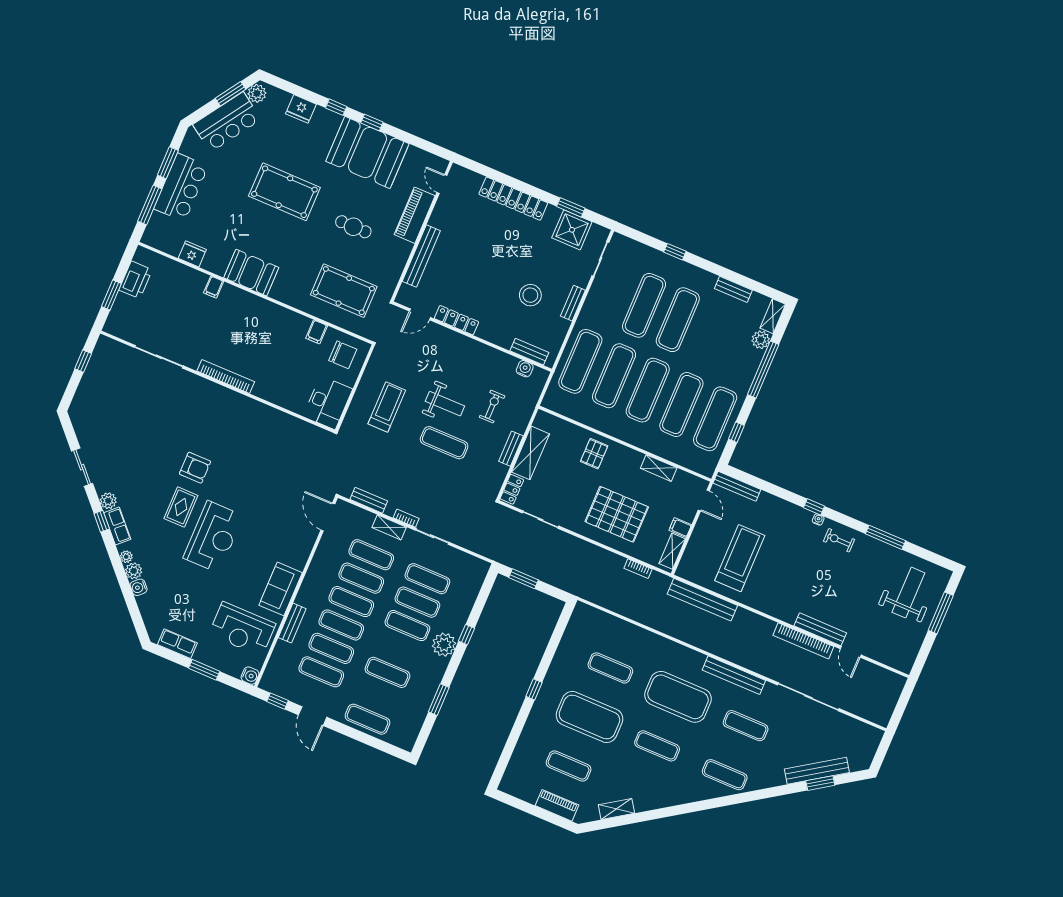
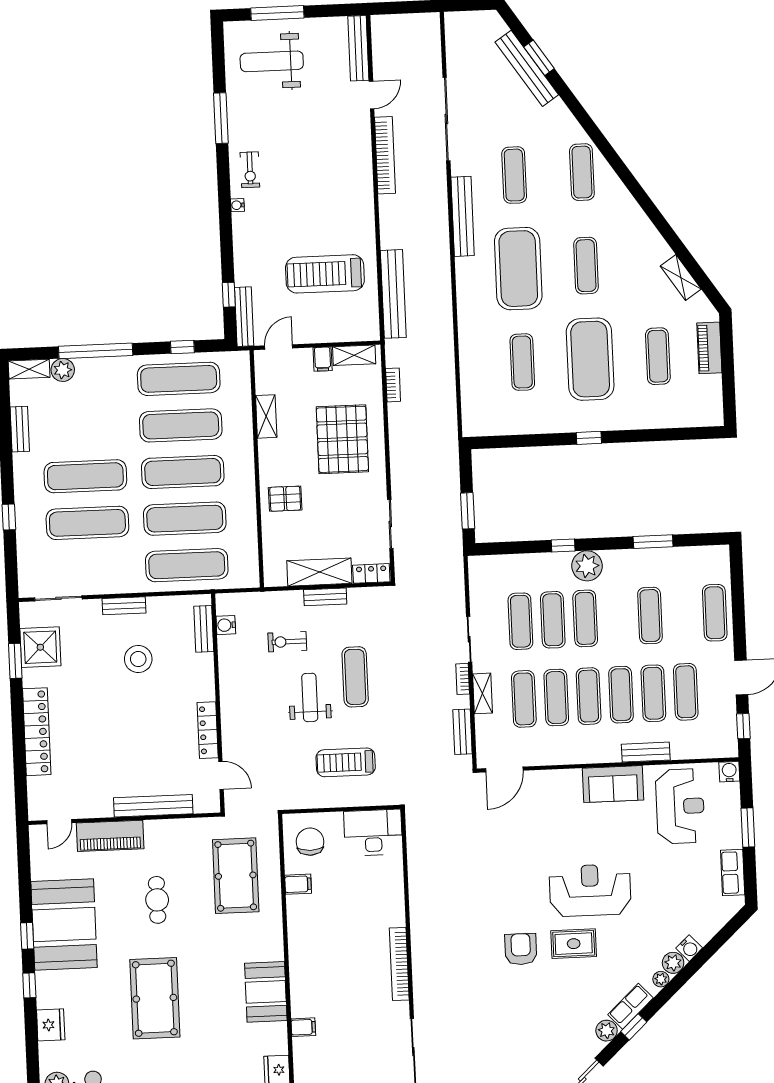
window: (814, 507) -> (229, 295), moved
bench: (820, 629) -> (358, 48), moved

